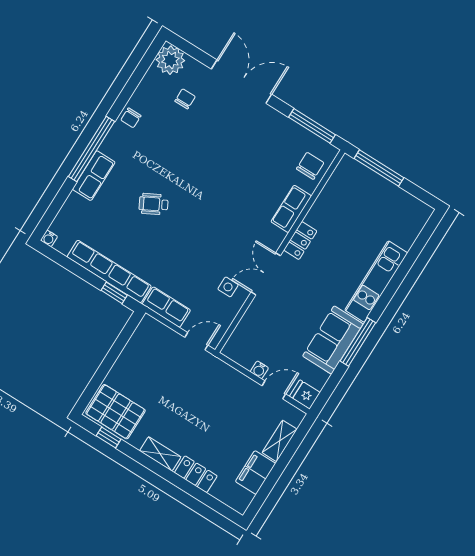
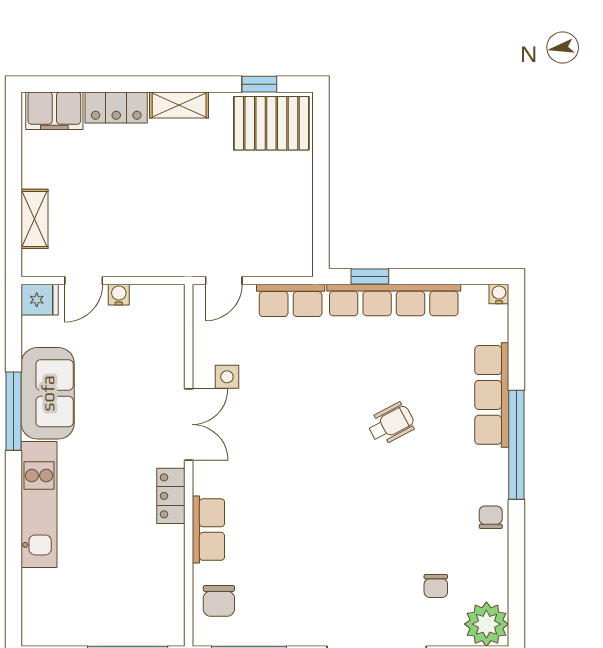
row of seats: (94, 176) -> (492, 395), width x1.48
filing cabinet: (256, 472) -> (54, 111), moved, turned 90

